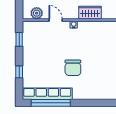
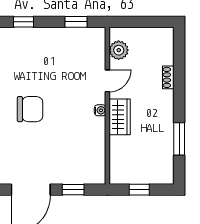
wardrobe: (90, 13) -> (120, 117), moved
chair: (73, 68) -> (30, 109), turned 180

